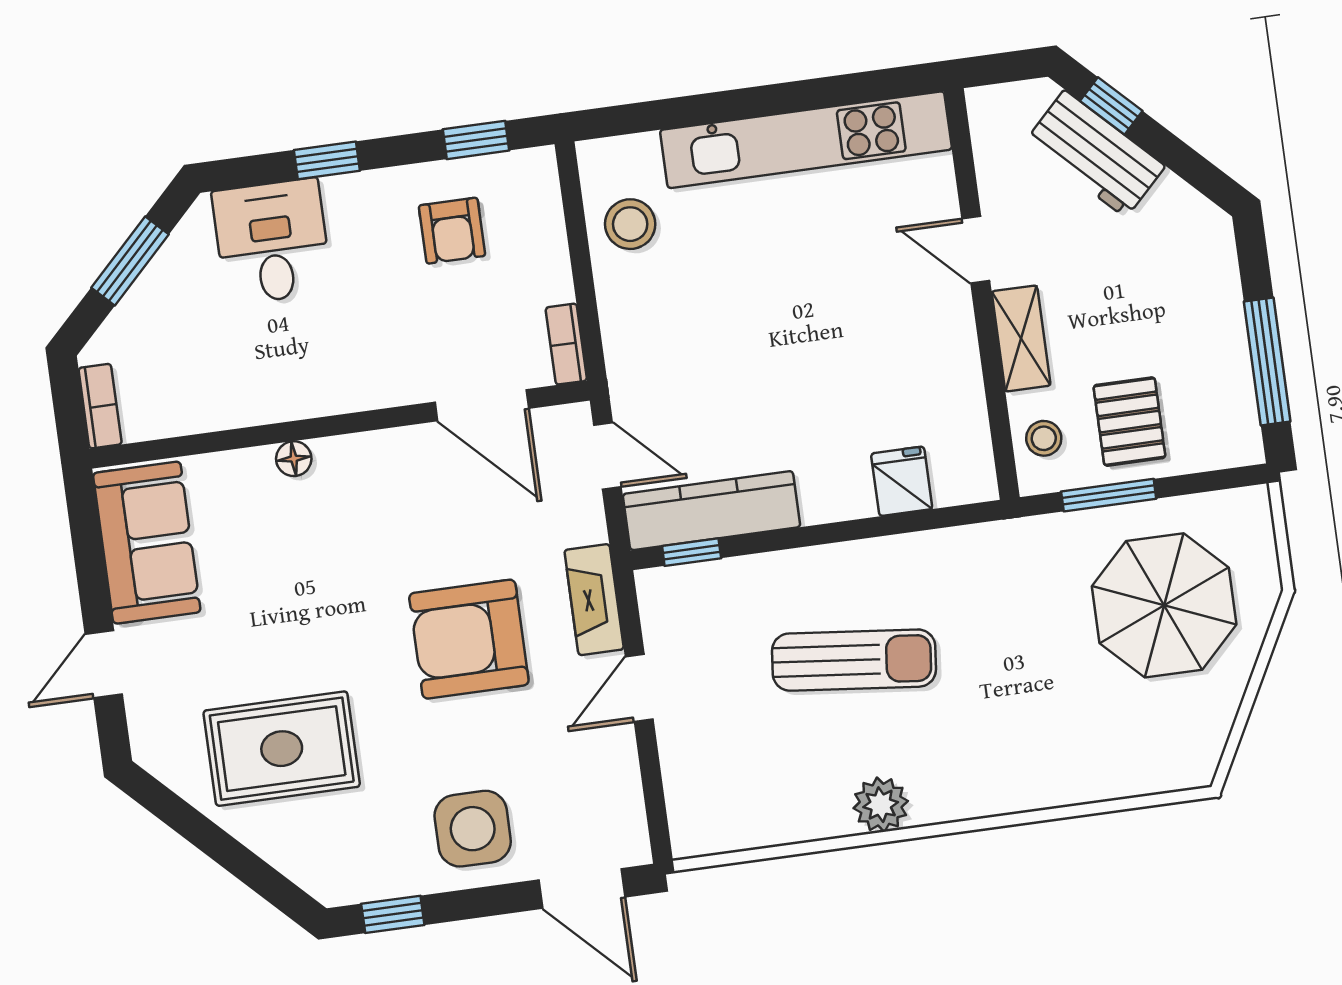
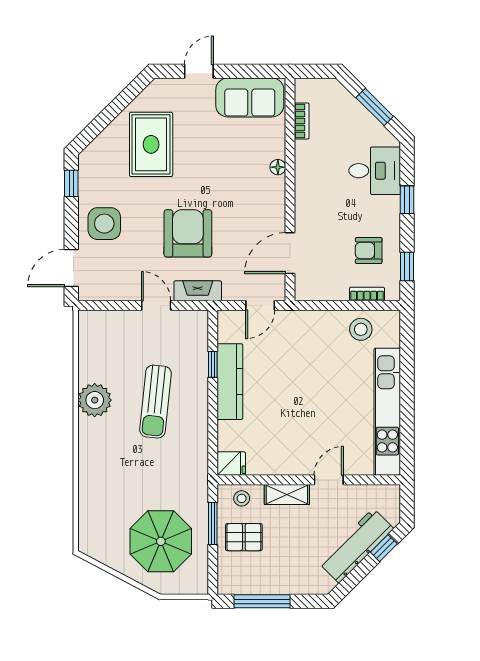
workbench: (1095, 154) -> (356, 546), width x1.38
bookcase: (566, 344) -> (367, 294), moved
bookcase: (100, 406) -> (302, 121), moved, turned -90
fridge: (902, 481) -> (231, 464), moved
kitchen counter: (711, 511) -> (230, 382), moved
window: (692, 552) -> (213, 364), moved
door: (104, 664) -> (199, 71), hinge flipped
plant: (881, 805) -> (95, 400), width x1.36, depth x1.36

